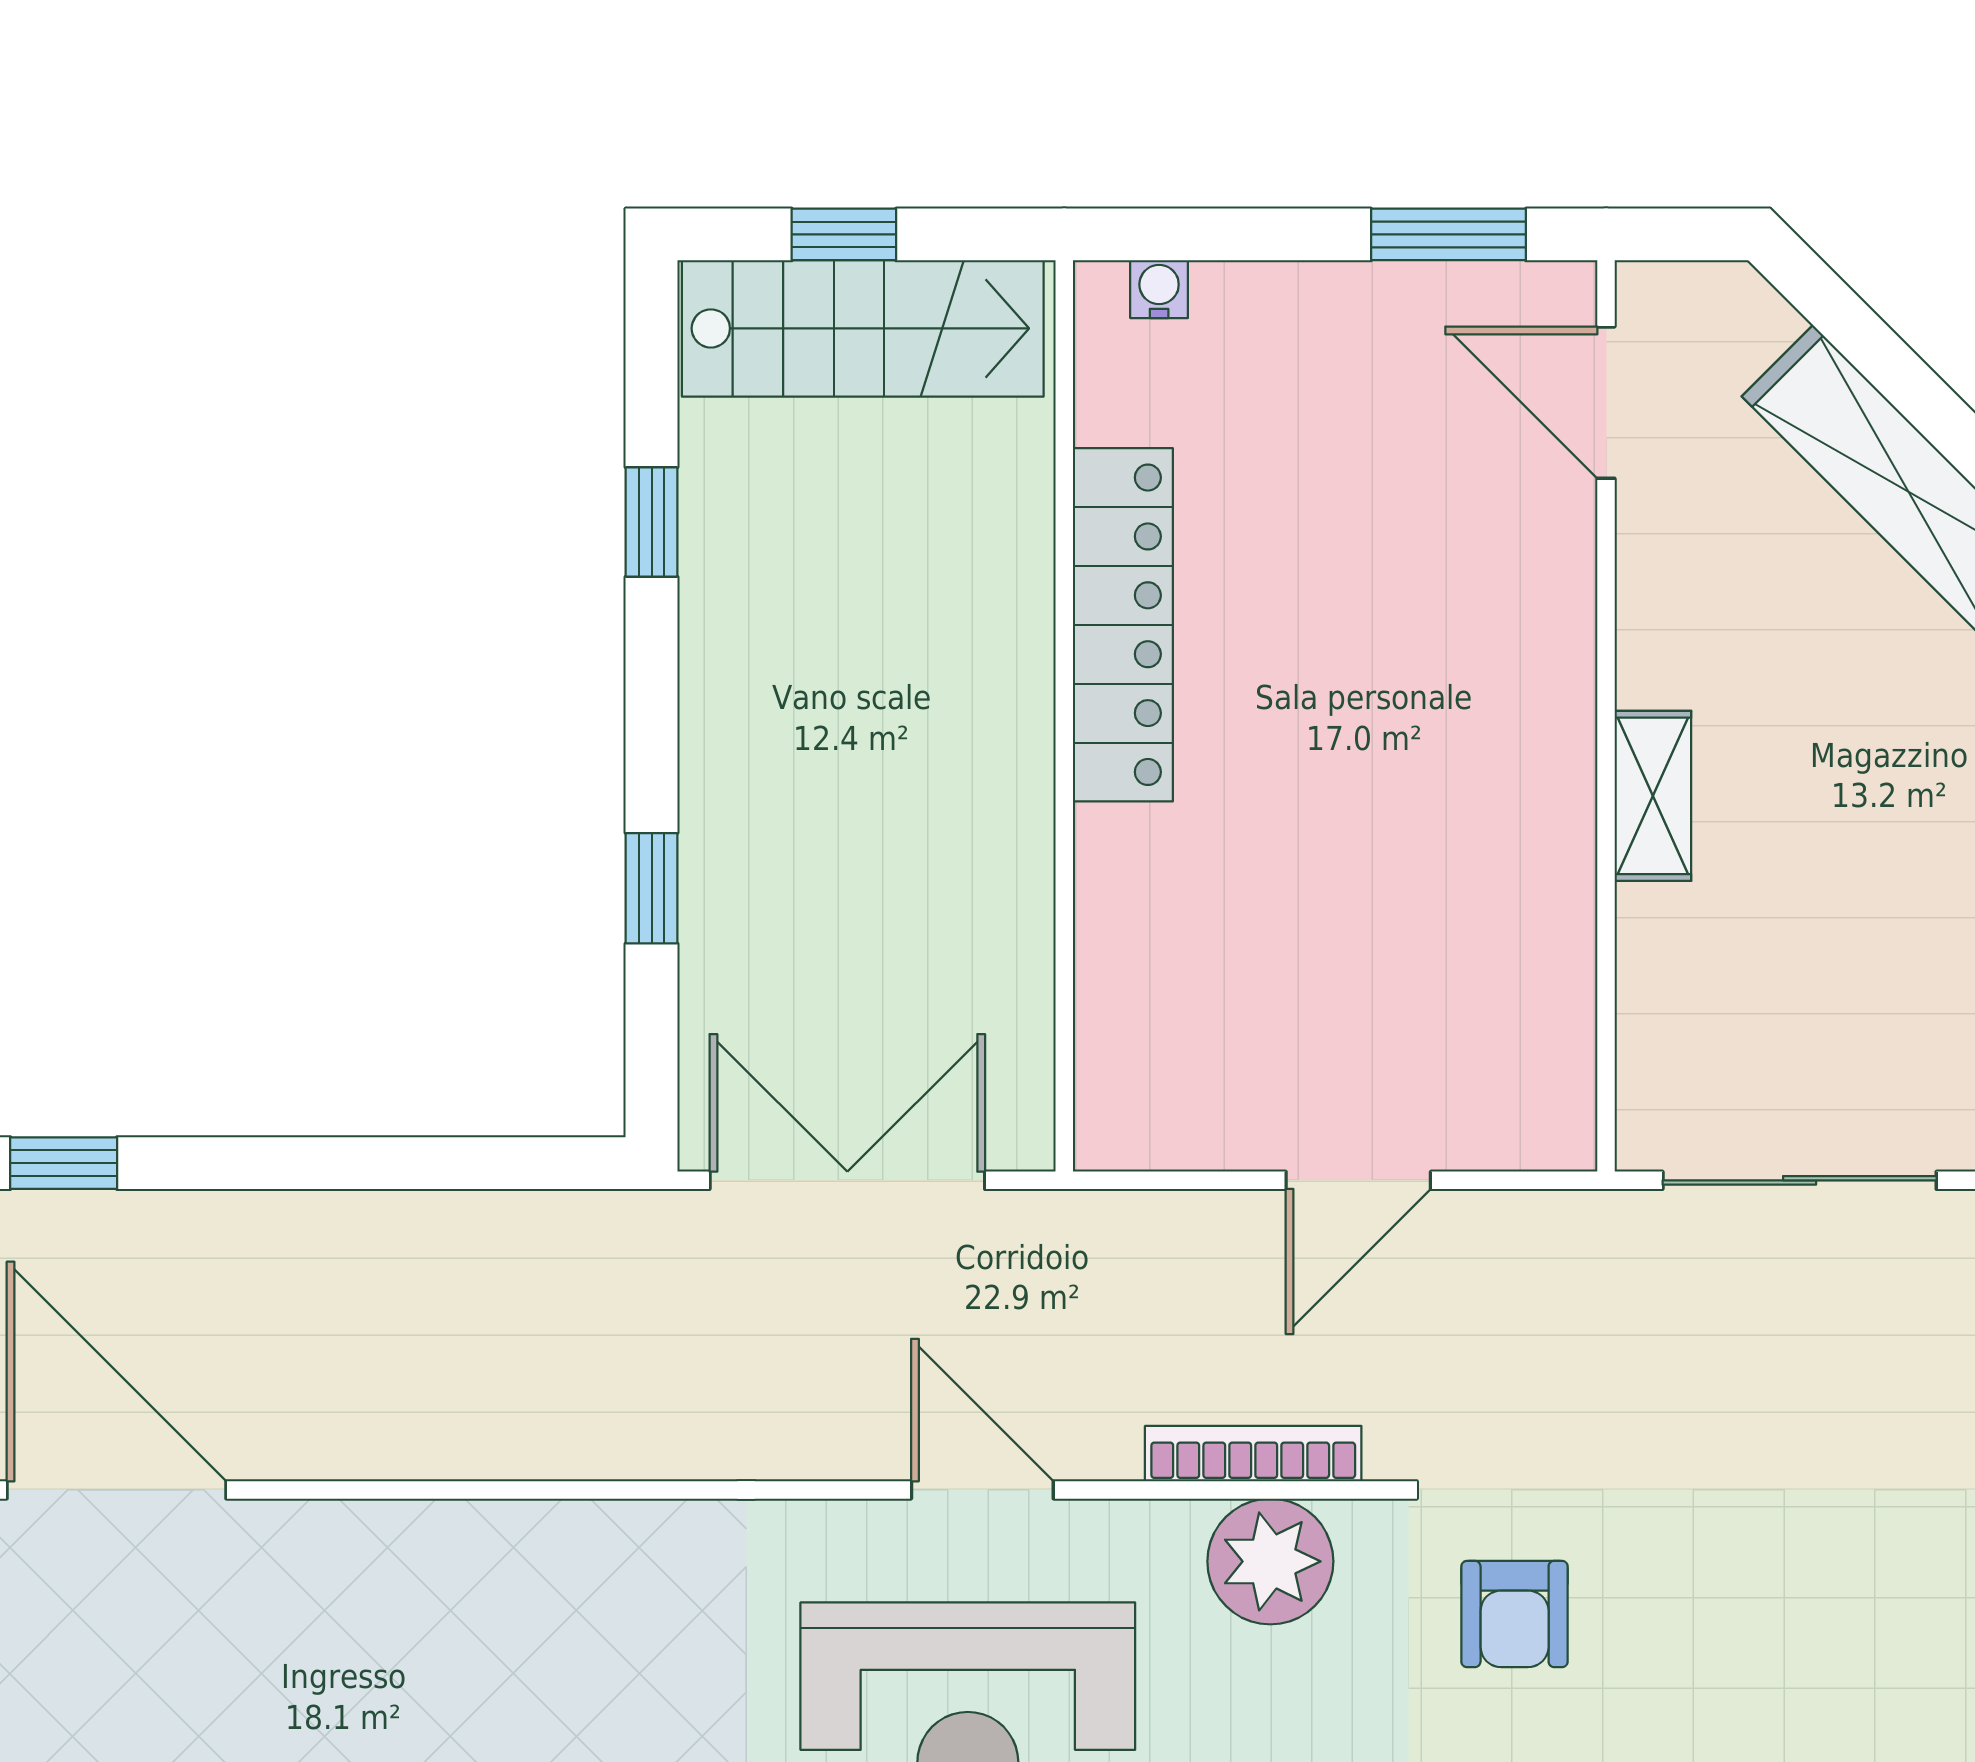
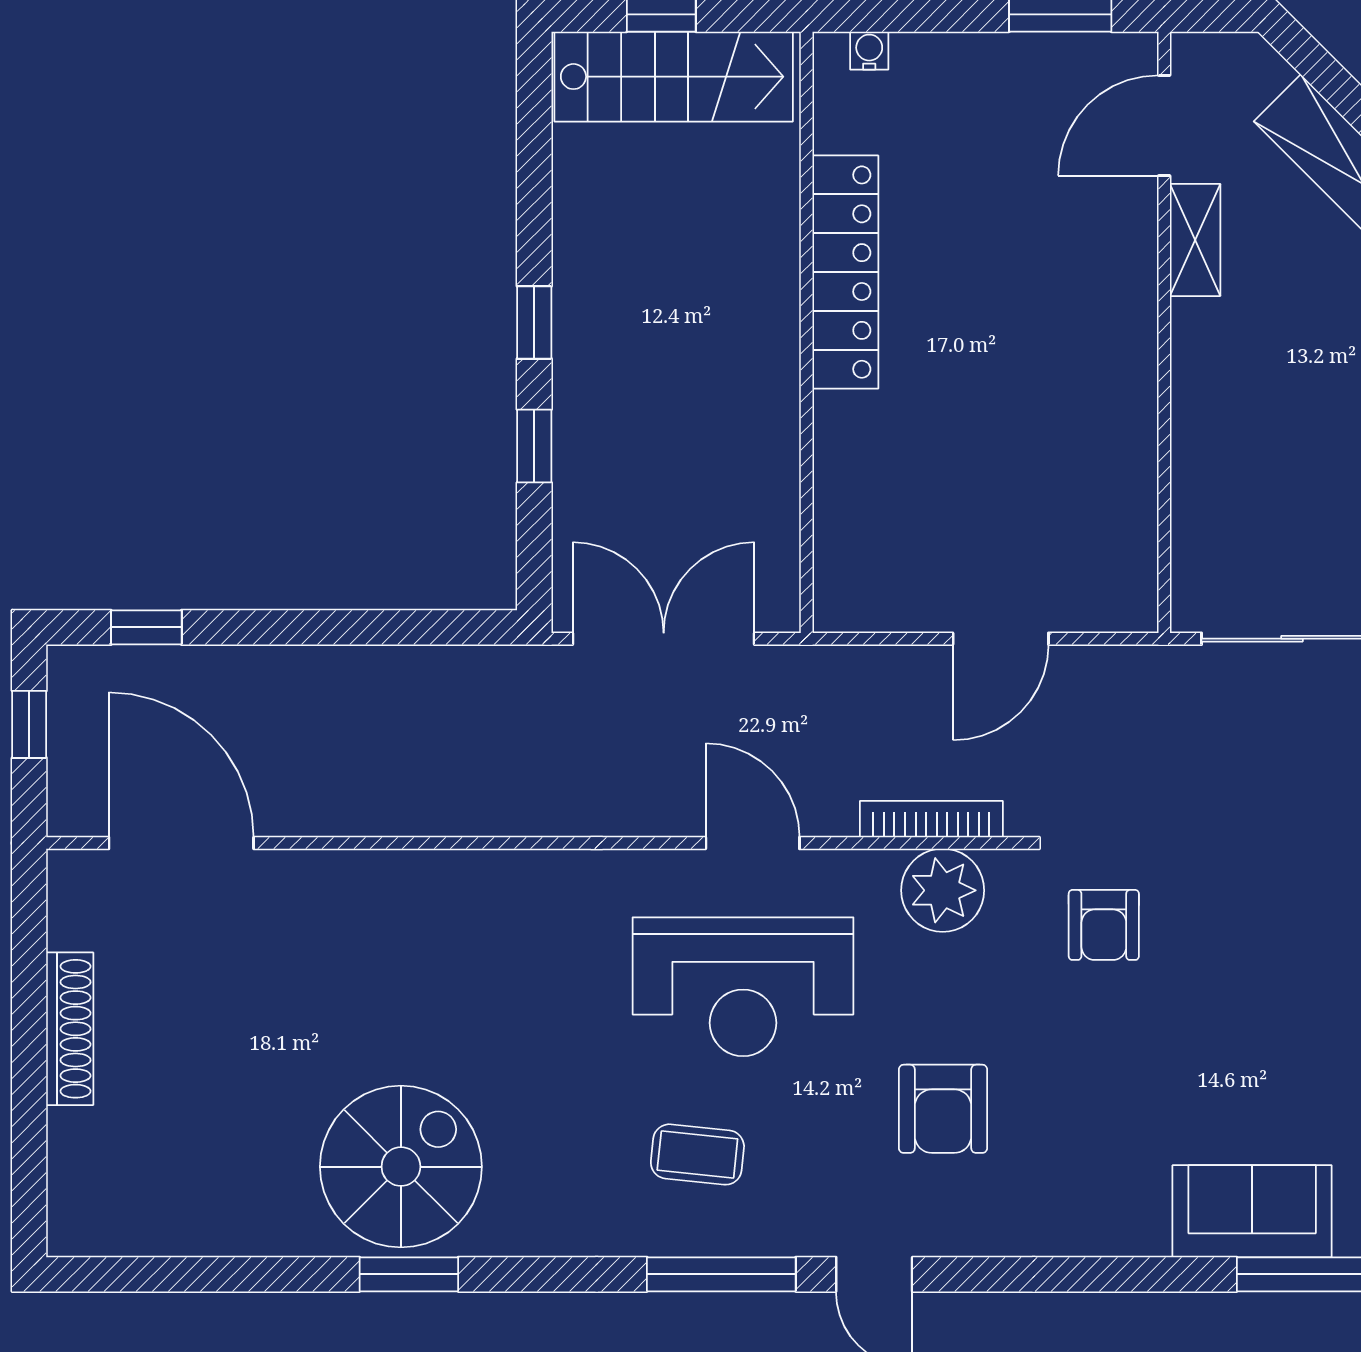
door: (1606, 403) -> (1164, 125), hinge flipped
window: (652, 522) -> (534, 322), moved
shelving: (1653, 796) -> (1195, 240), moved

